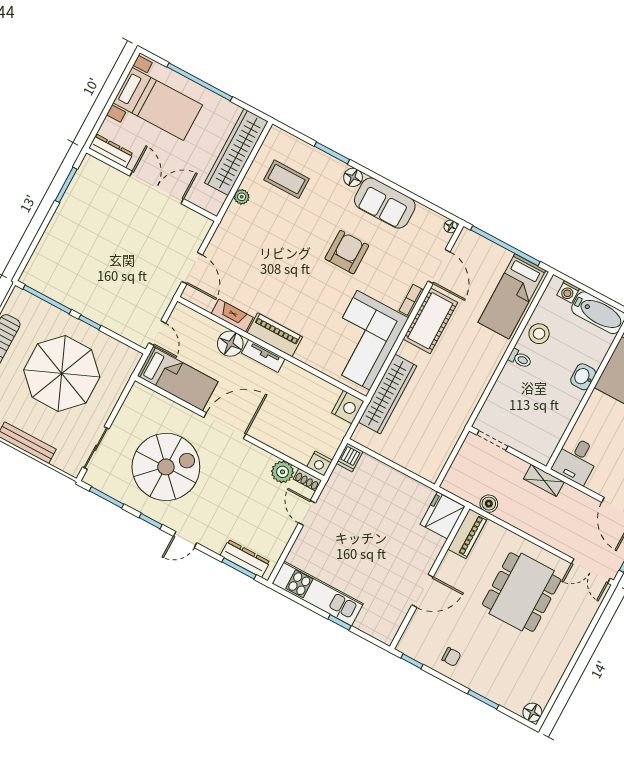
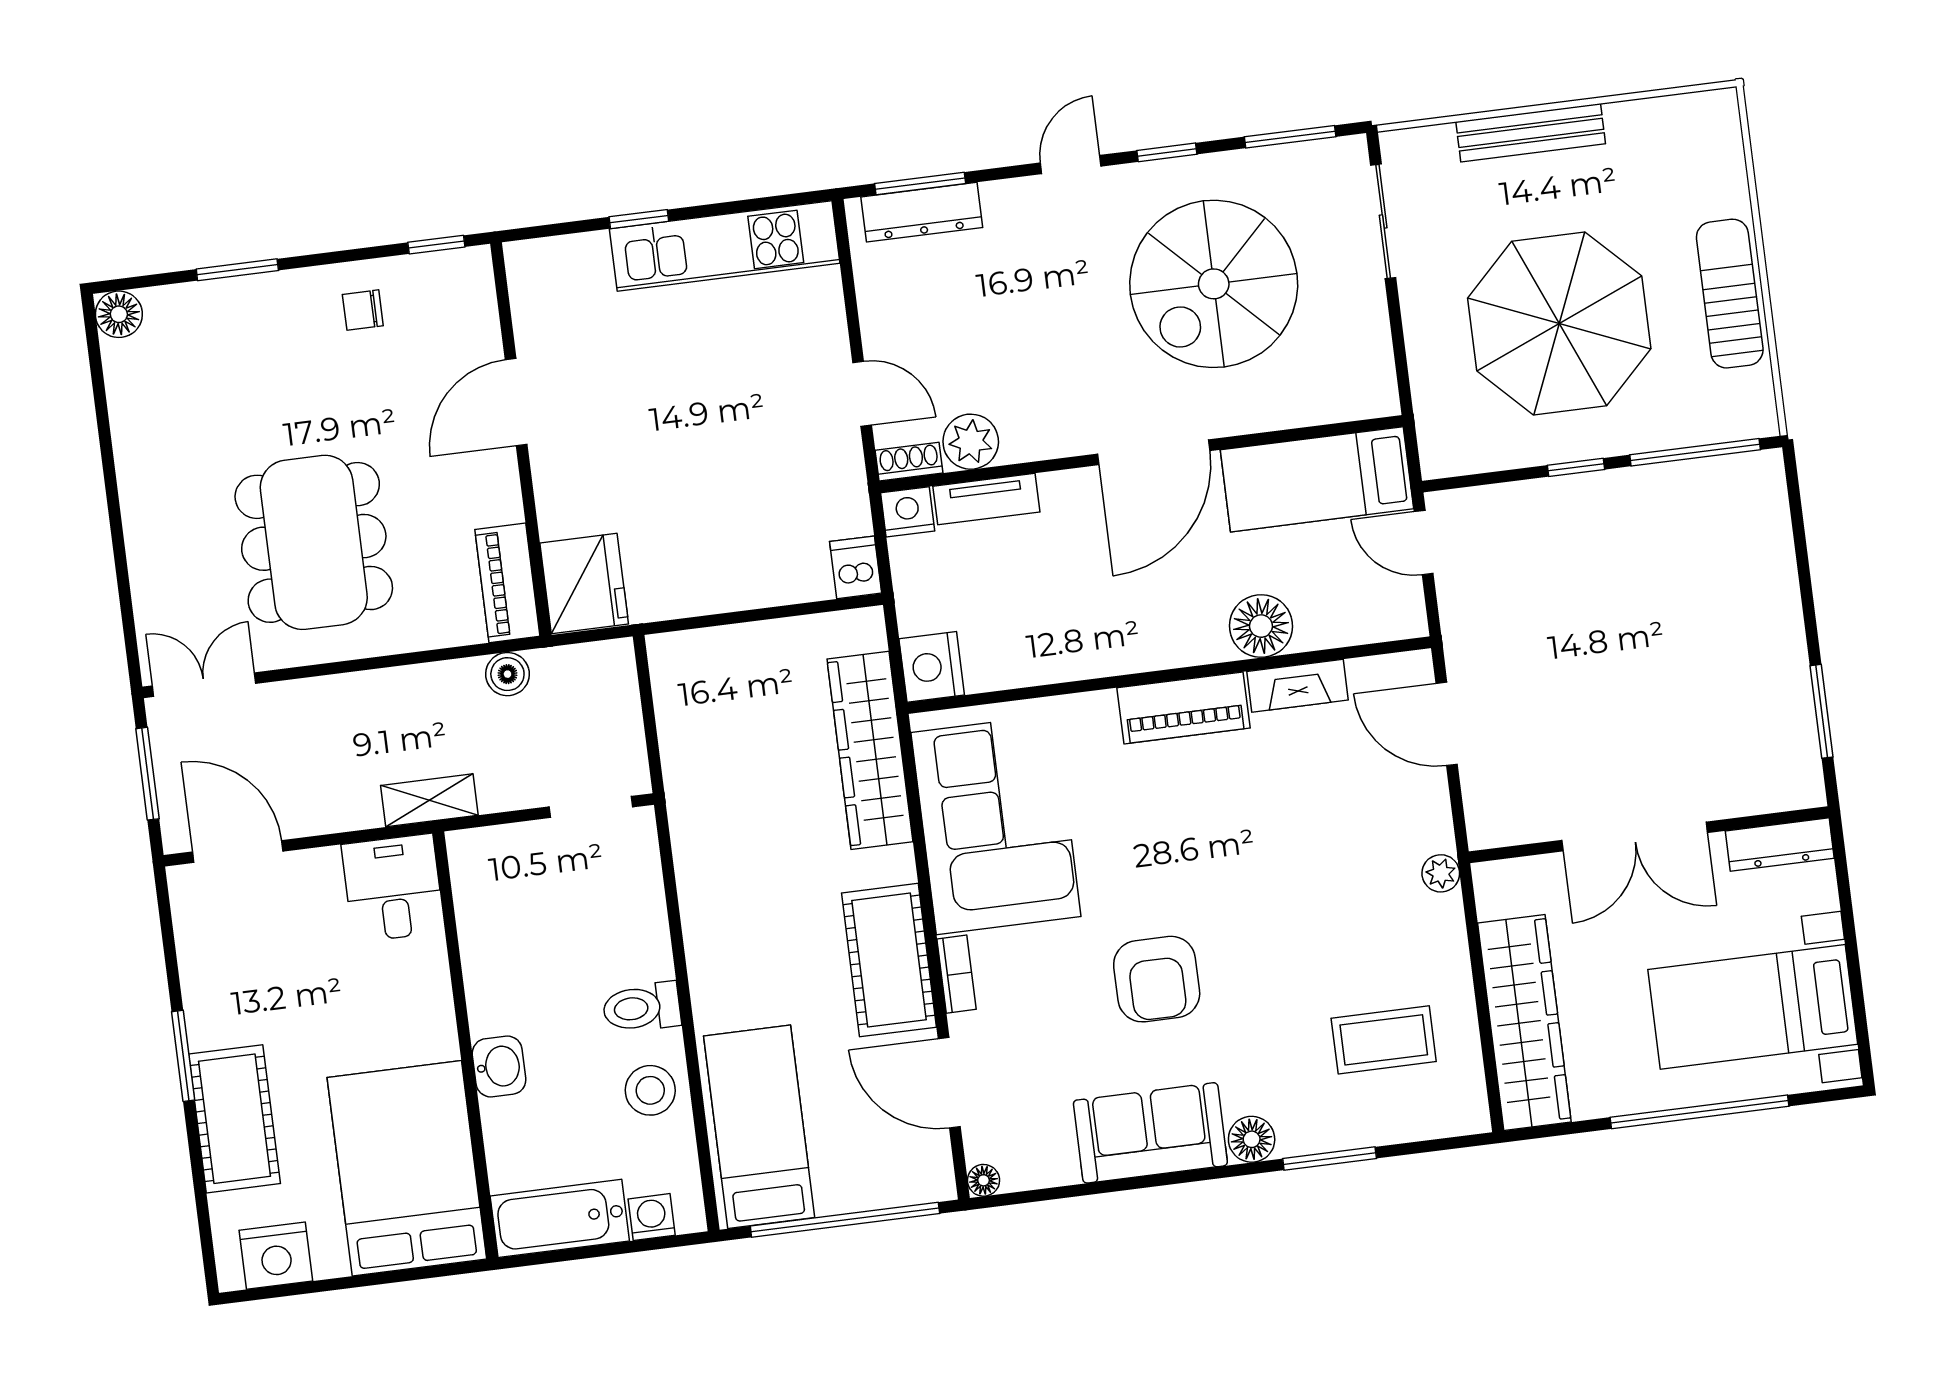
plant: (242, 197) -> (1441, 873), moved
tv unit: (263, 356) -> (986, 499), moved, turned 180
toilet: (520, 359) -> (642, 1007), width x1.37, depth x1.39

